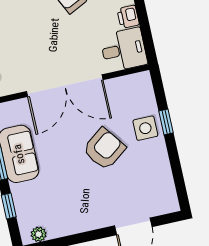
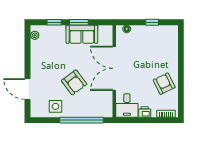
window: (166, 122) -> (82, 120), width x3.17
side table: (145, 128) -> (55, 106), moved

